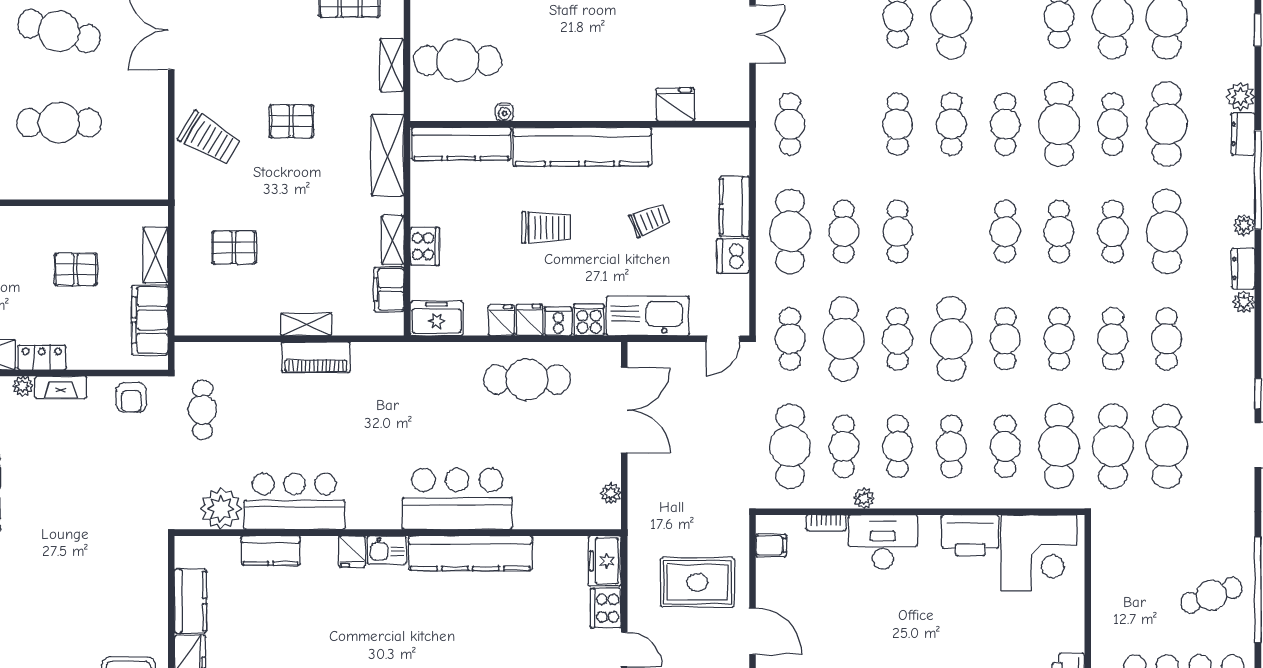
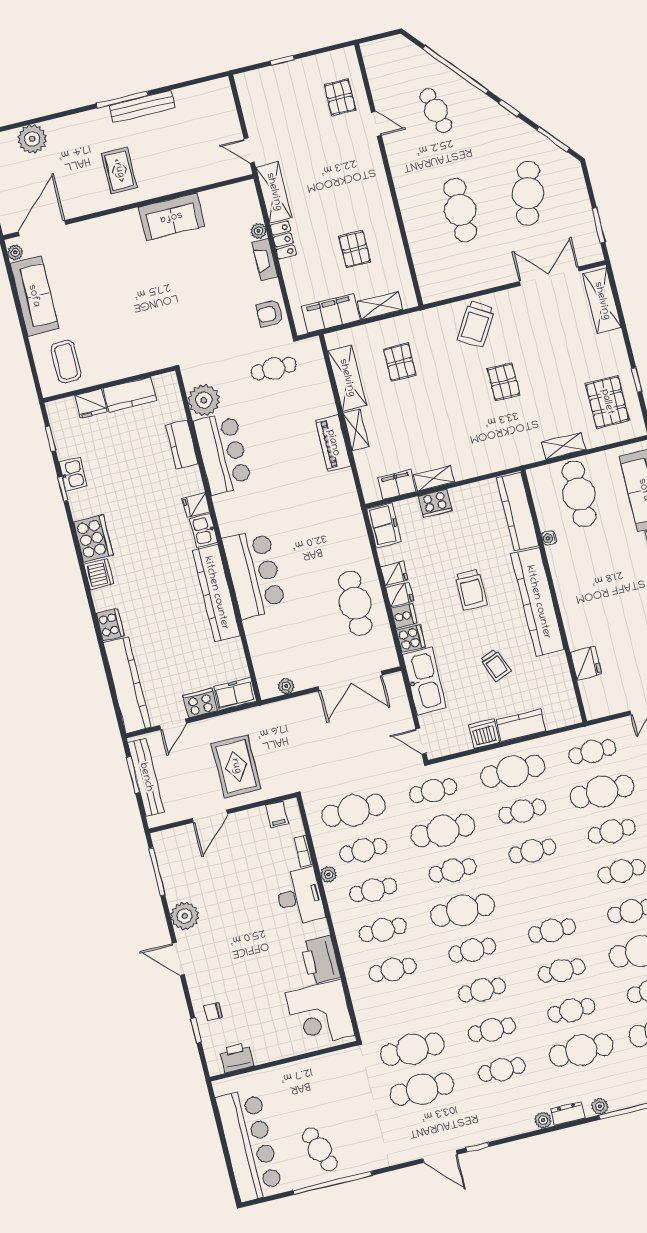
shelving: (387, 155) -> (347, 378), moved, turned 90
cafe table: (1059, 446) -> (602, 791), moved

